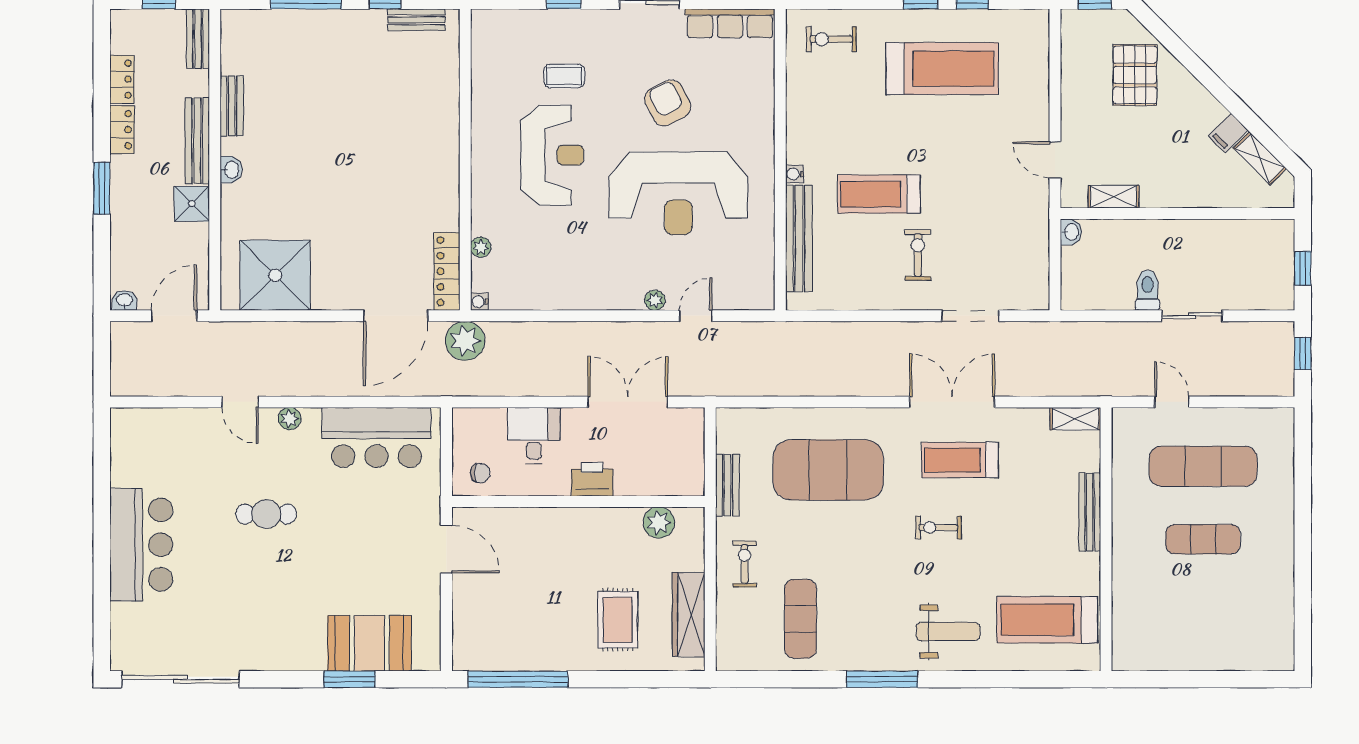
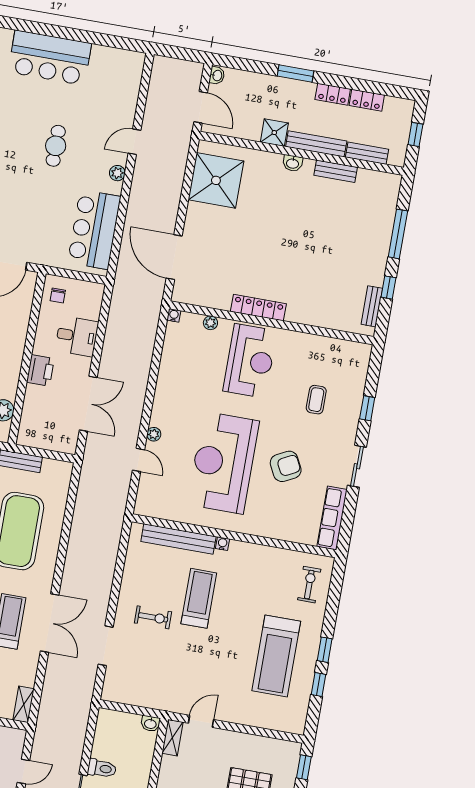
bench: (198, 39) -> (367, 153), moved
reception desk: (552, 155) -> (250, 361), moved, turned -90
shelving: (1114, 197) -> (172, 738), moved
locker: (447, 271) -> (258, 308), moved
plant: (465, 341) -> (149, 301), removed

